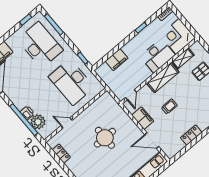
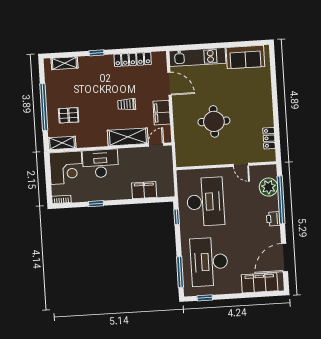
shelving: (183, 58) -> (62, 143), moved
shelving: (163, 78) -> (128, 137), moved
printer: (27, 113) -> (273, 219), moved
locker: (191, 135) -> (133, 59), width x1.53

